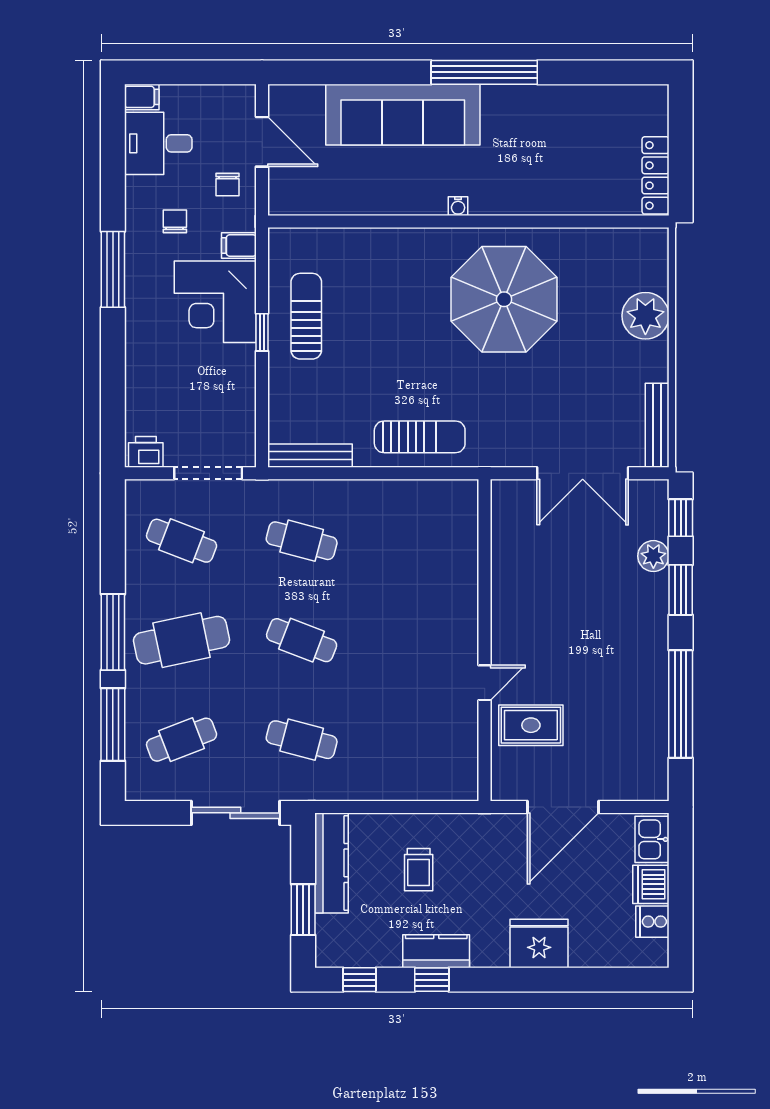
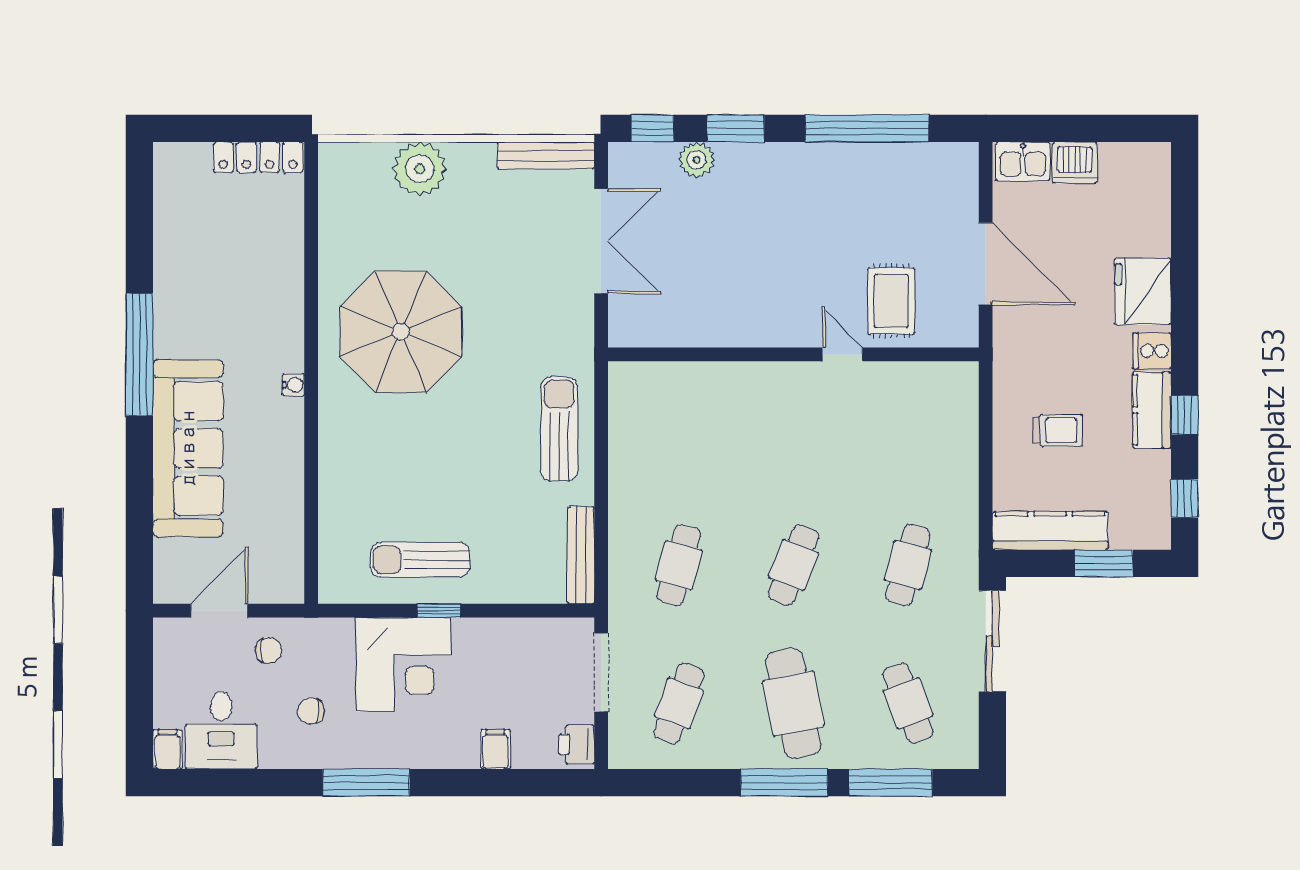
filing cabinet: (239, 245) -> (495, 749), moved, turned 180
cooker: (652, 922) -> (1152, 351), moved, turned 90

